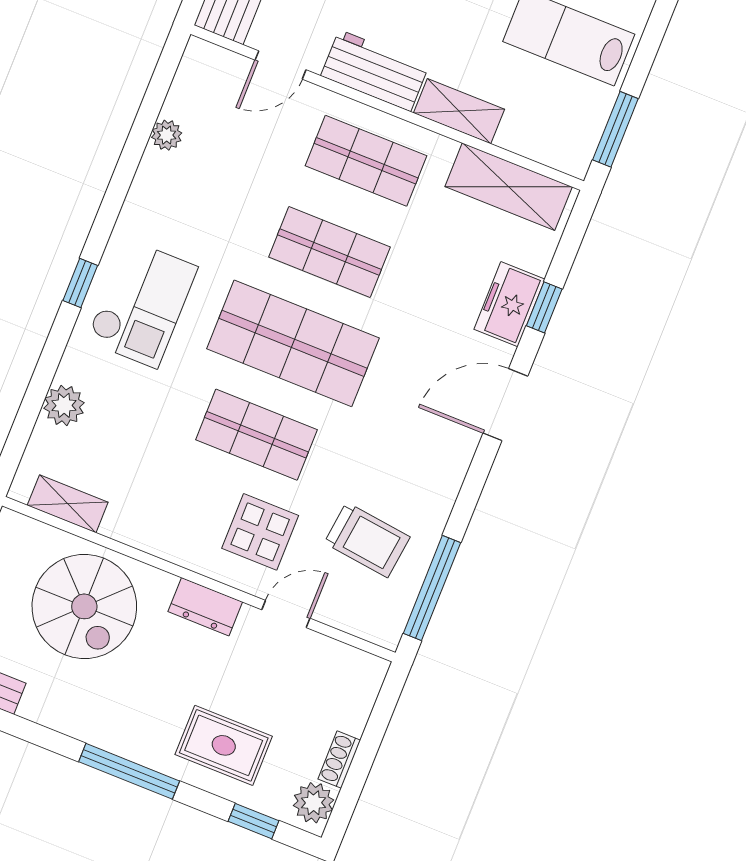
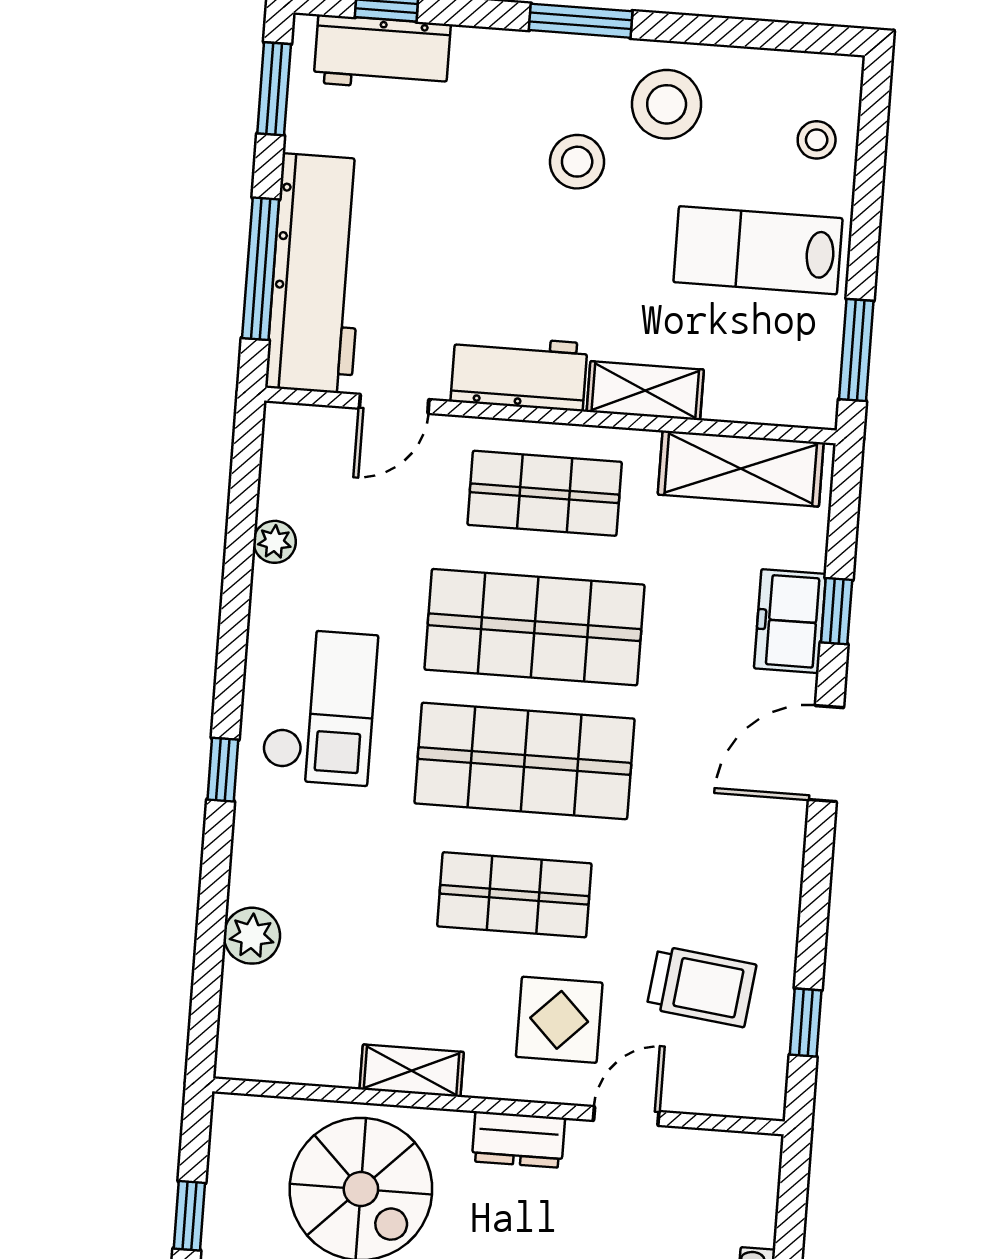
shop shelf: (329, 252) -> (534, 627), width x1.43, depth x1.36
checkout: (142, 304) -> (319, 707), moved
shelving: (68, 504) -> (412, 1071), moved
window: (432, 588) -> (806, 1022), width x0.46

